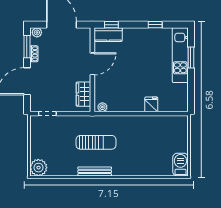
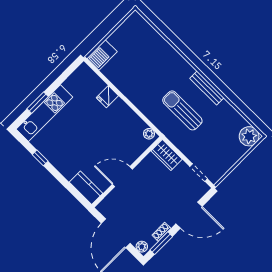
window: (111, 25) -> (75, 193), removed
wardrobe: (83, 94) -> (167, 155), moved, turned 90
barbecue: (180, 165) -> (102, 55), moved

